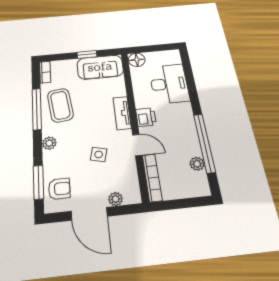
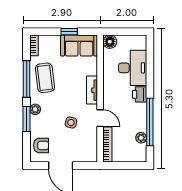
printer: (146, 117) -> (140, 94), moved, turned 180
window: (38, 182) -> (27, 119), moved
plant: (116, 199) -> (80, 157), removed

